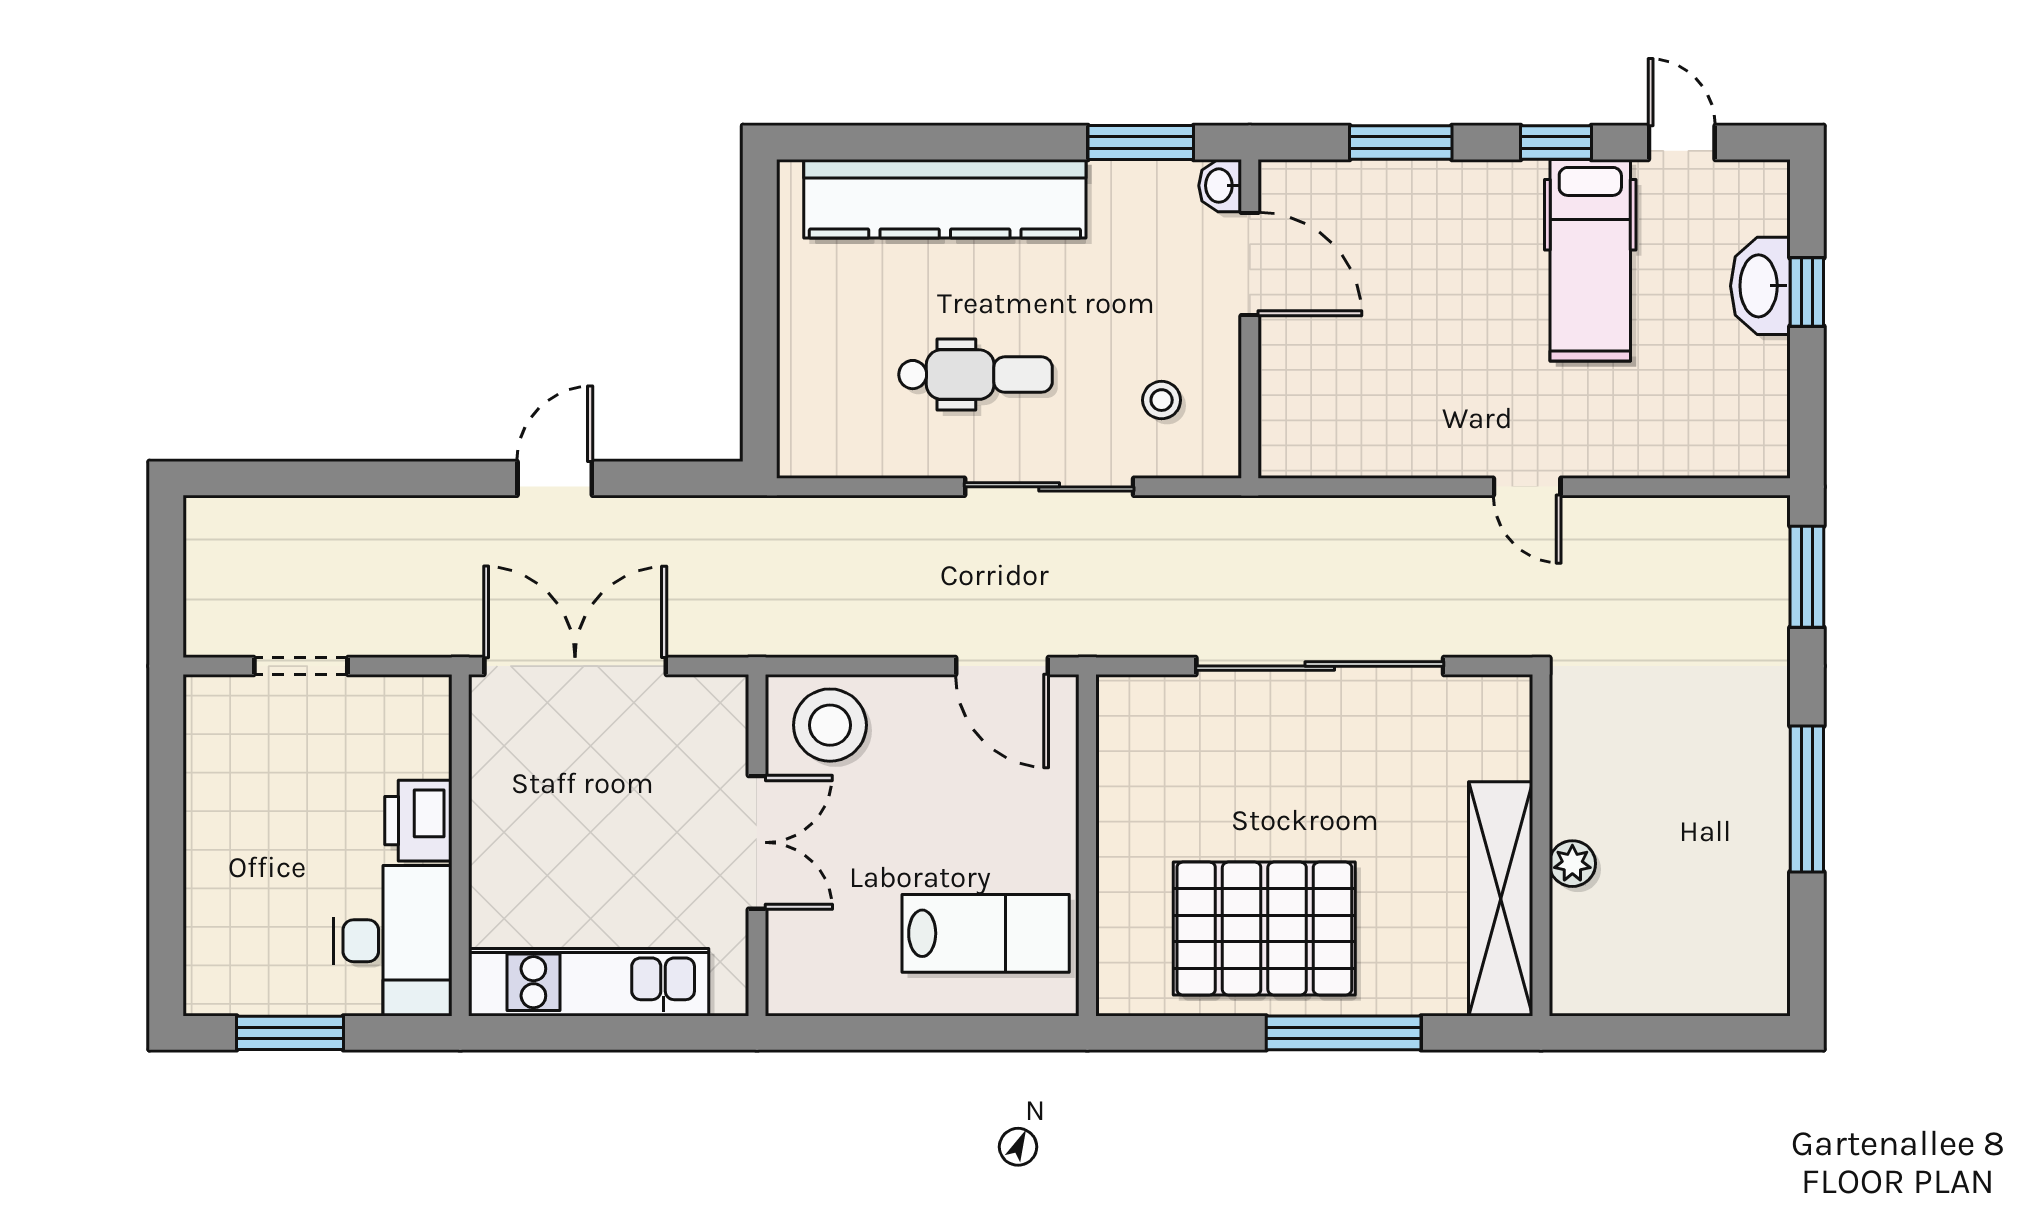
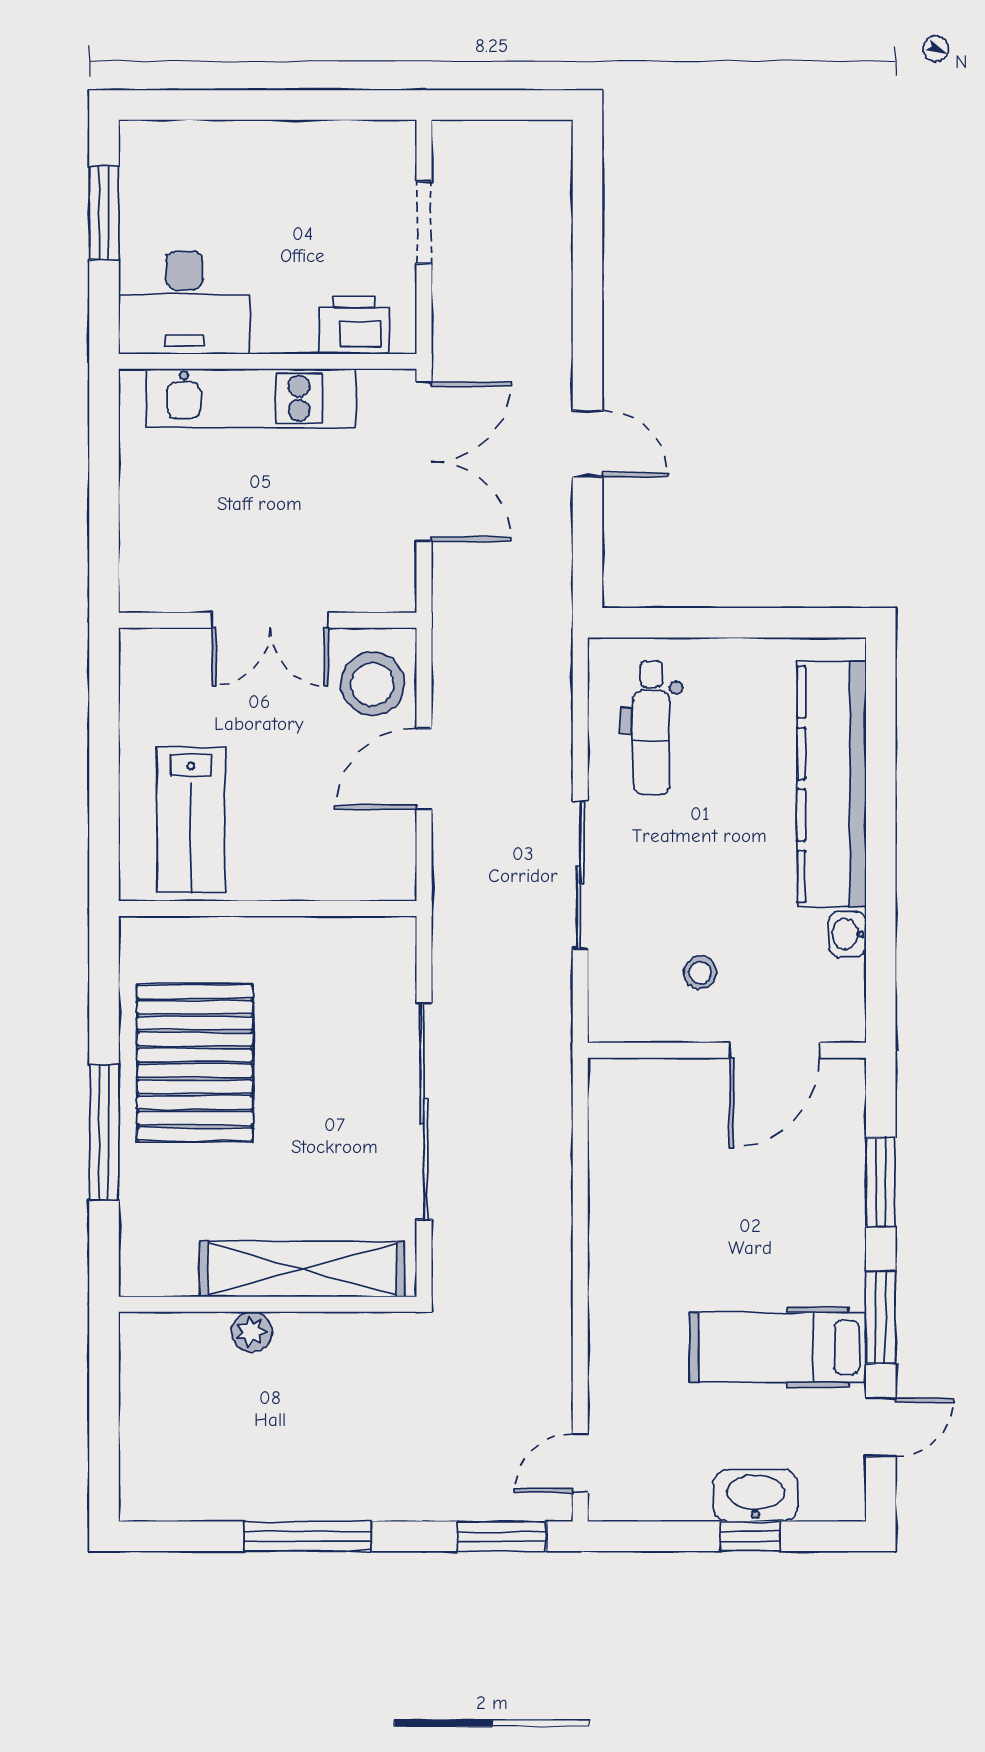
window: (1141, 142) -> (881, 955), removed
window: (1556, 142) -> (881, 1317), width x1.50
washbasin: (1220, 186) -> (848, 934), moved, turned -90
dental chair: (976, 375) -> (651, 728), moved
stool: (1162, 400) -> (700, 973), moved
door: (1527, 487) -> (580, 1463), moved
door: (1002, 666) -> (424, 769), moved
printer: (418, 821) -> (354, 325), moved
shelving: (1501, 899) -> (302, 1269), moved
kitchen unit: (589, 982) -> (251, 398), moved, turned 90

